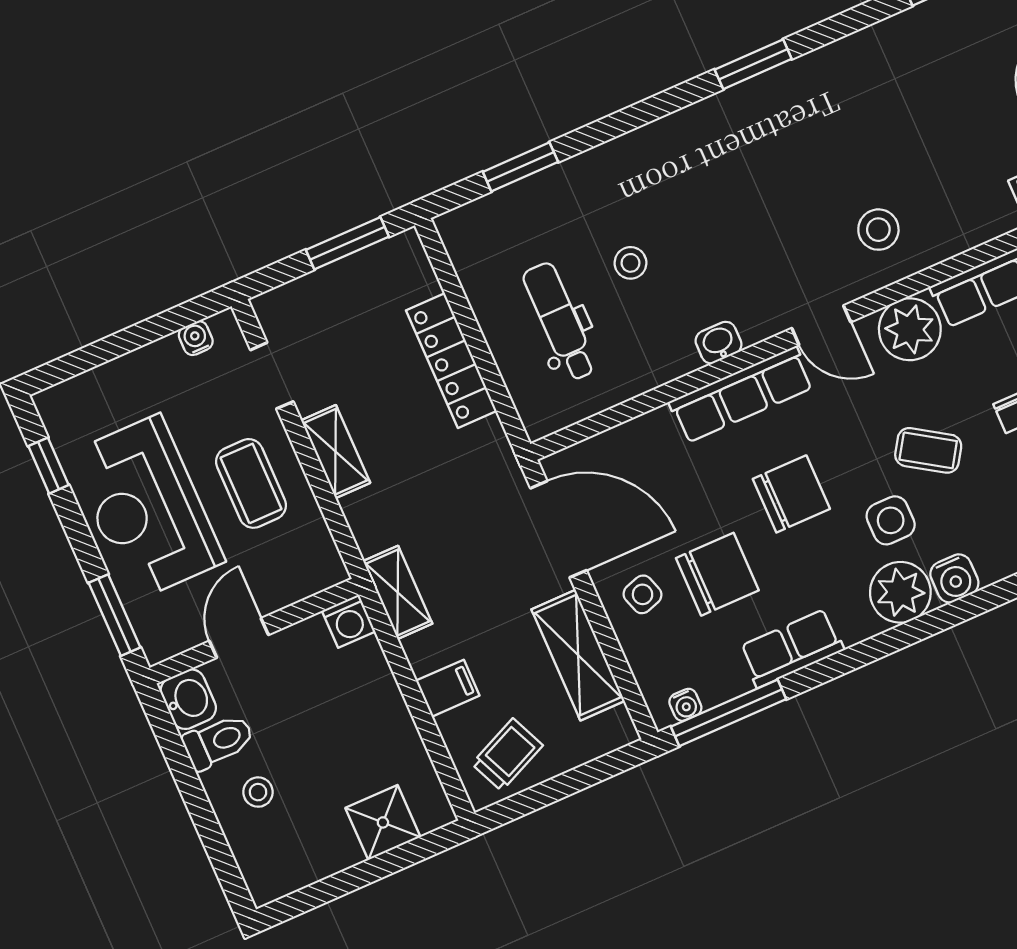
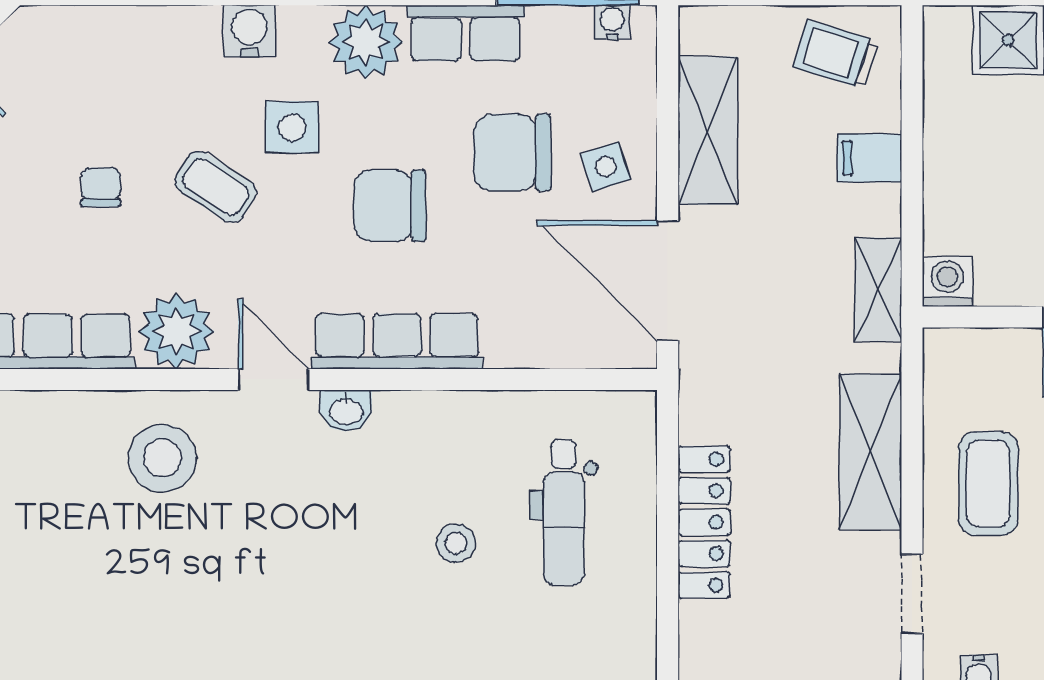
stool: (878, 230) -> (162, 458), width x1.38, depth x1.38
washbasin: (719, 343) -> (346, 411), moved
shelving: (336, 452) -> (870, 452), width x1.50, depth x1.33
plant: (900, 592) -> (366, 42), moved
trolley: (507, 755) -> (836, 54), turned 41

